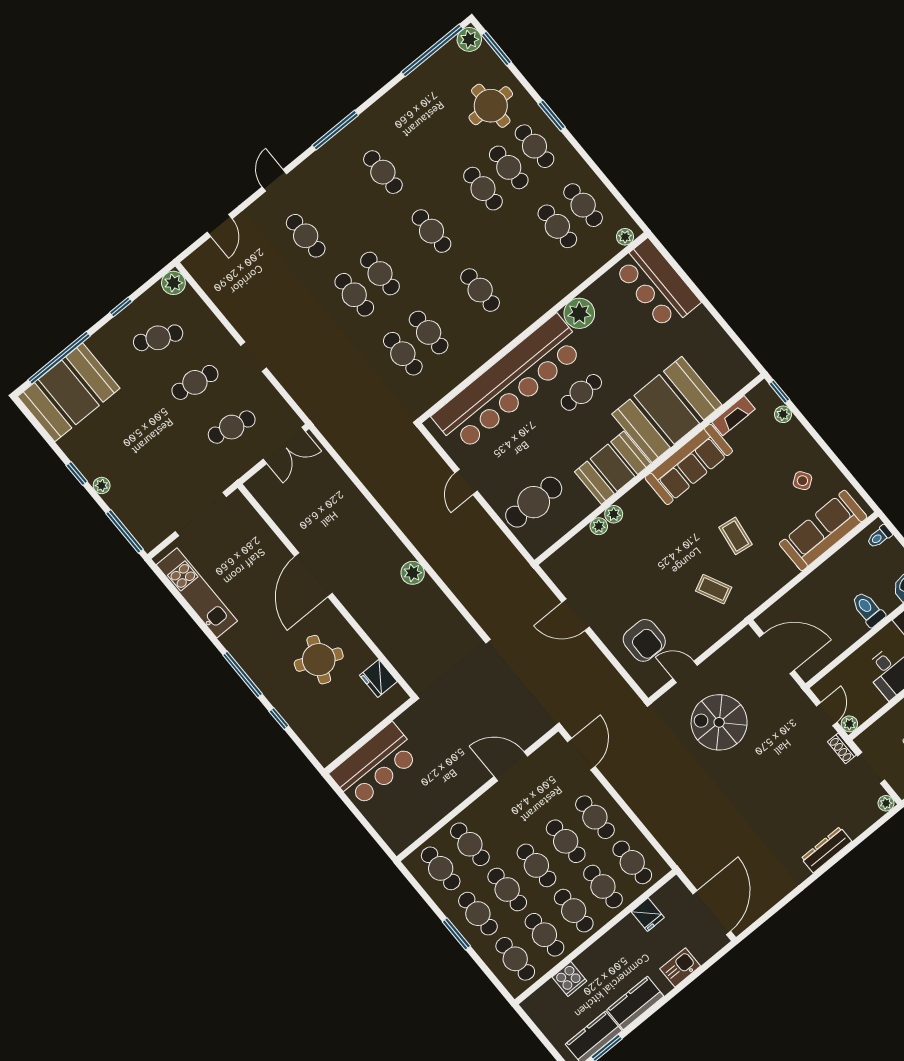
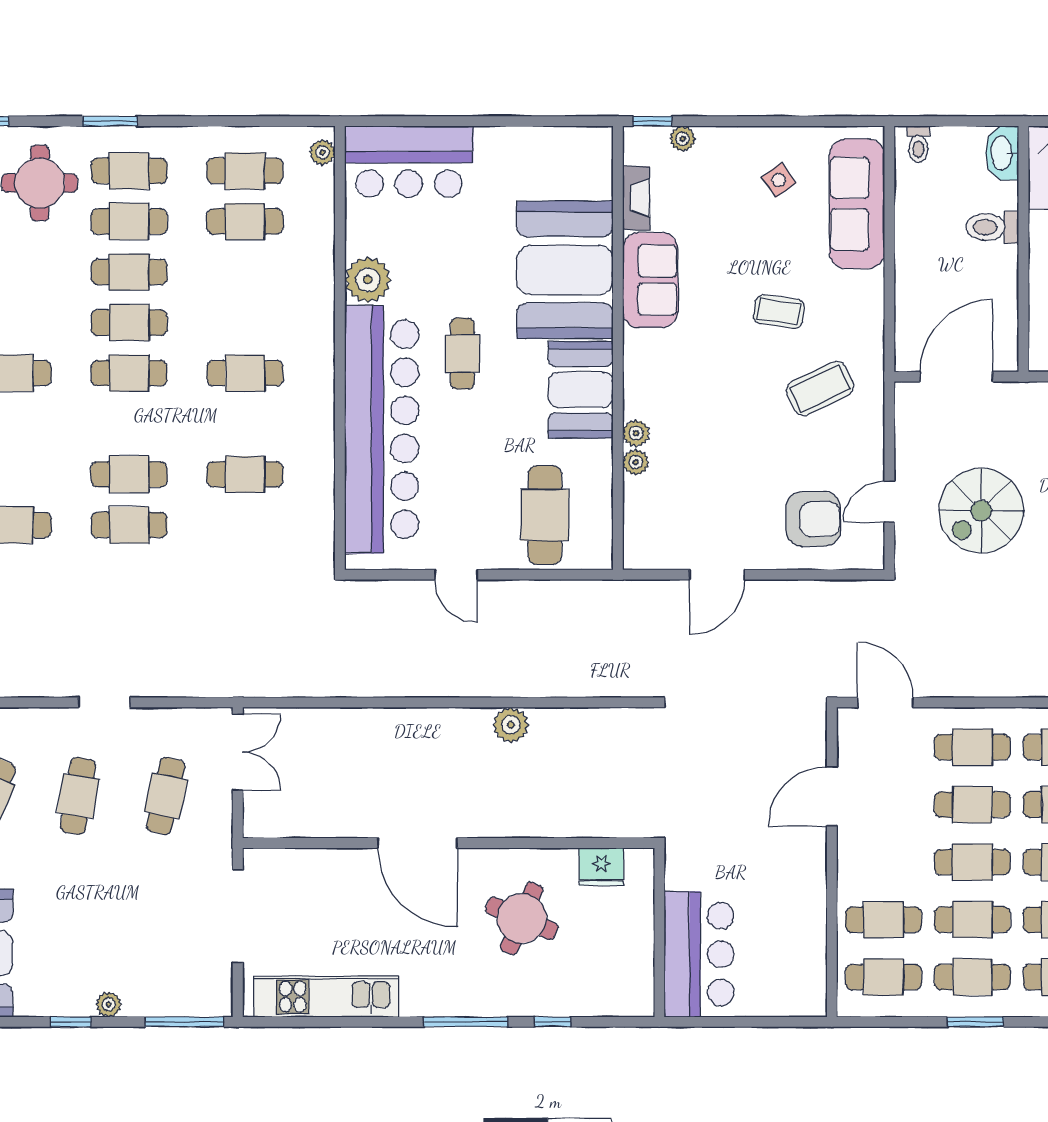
cafe table: (403, 354) -> (129, 323), moved
sofa: (689, 464) -> (650, 280), width x0.73
coffee table: (714, 589) -> (820, 388), width x1.36, depth x1.30

